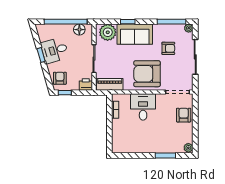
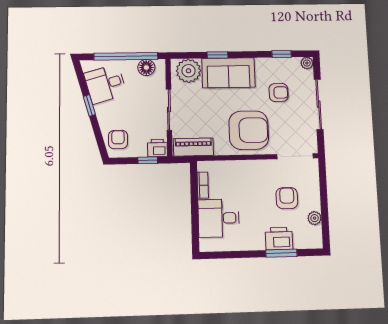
window: (172, 22) -> (282, 54), width x0.46
desk: (55, 50) -> (105, 84), moved
armchair: (147, 74) -> (249, 130), turned 180
window: (65, 93) -> (148, 160), moved
desk: (143, 107) -> (219, 218), moved, turned -90
armchair: (184, 115) -> (287, 198), moved
printer: (164, 146) -> (279, 238), added
plant: (188, 148) -> (315, 218), moved

